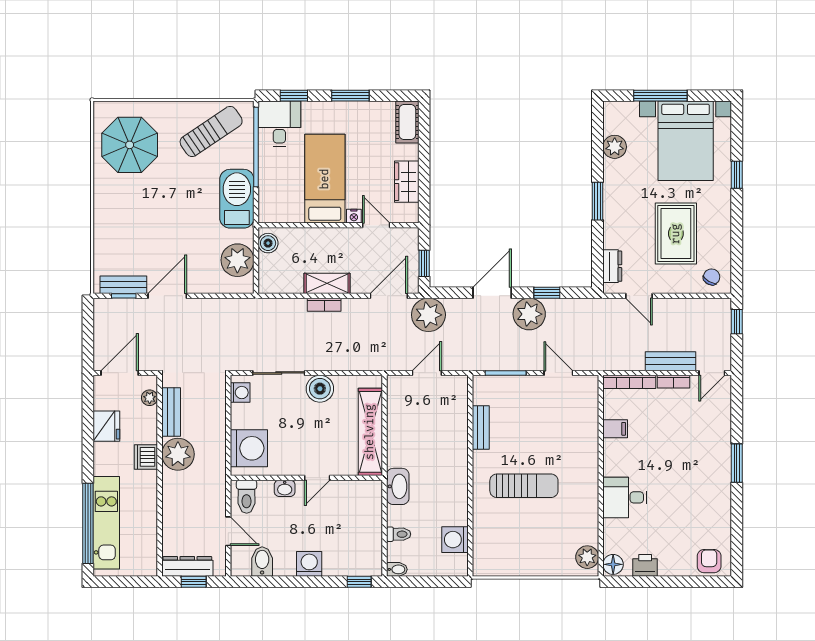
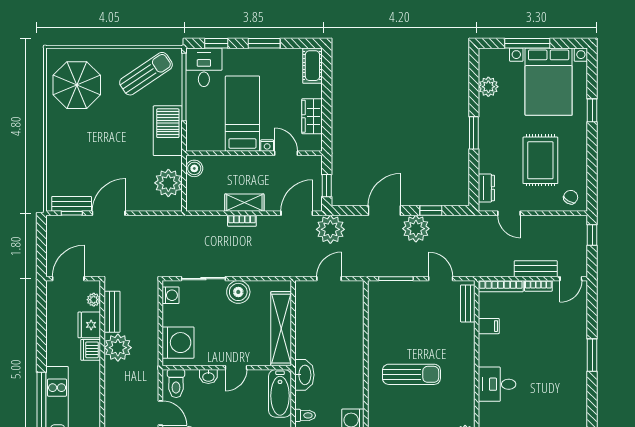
fridge: (106, 426) -> (89, 325), moved, turned 180
bench: (481, 428) -> (468, 303), moved
bathtub: (369, 508) -> (280, 393), added

